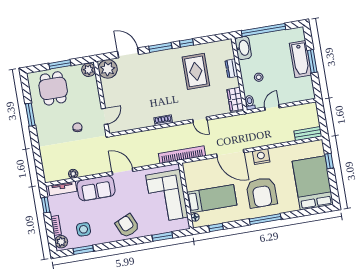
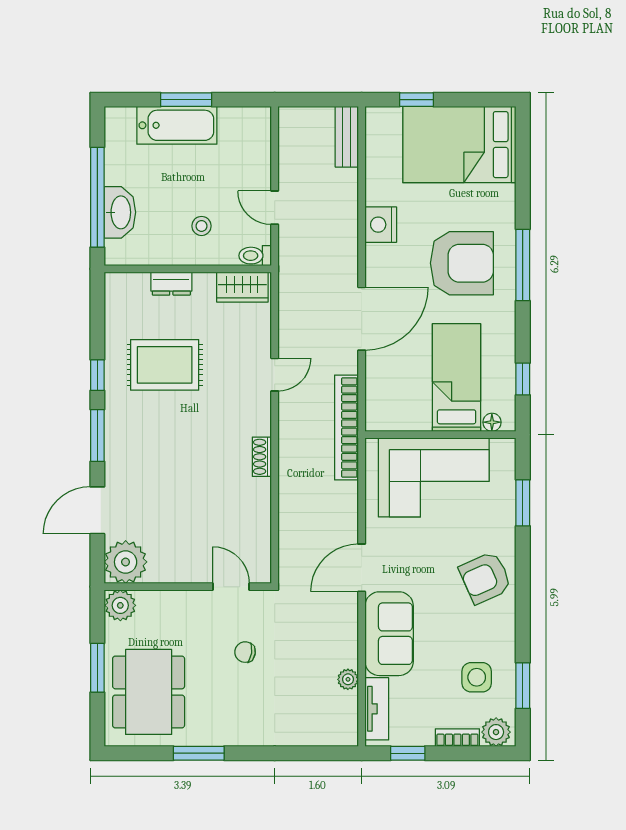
washbasin: (243, 48) -> (120, 212), moved, turned 90
dining table: (53, 88) -> (149, 692), width x1.38
nightstand: (261, 157) -> (381, 225), moved

